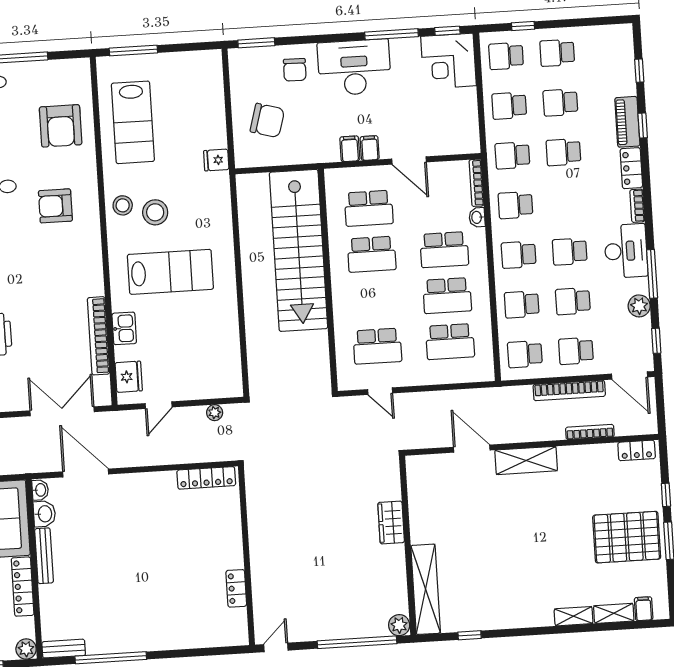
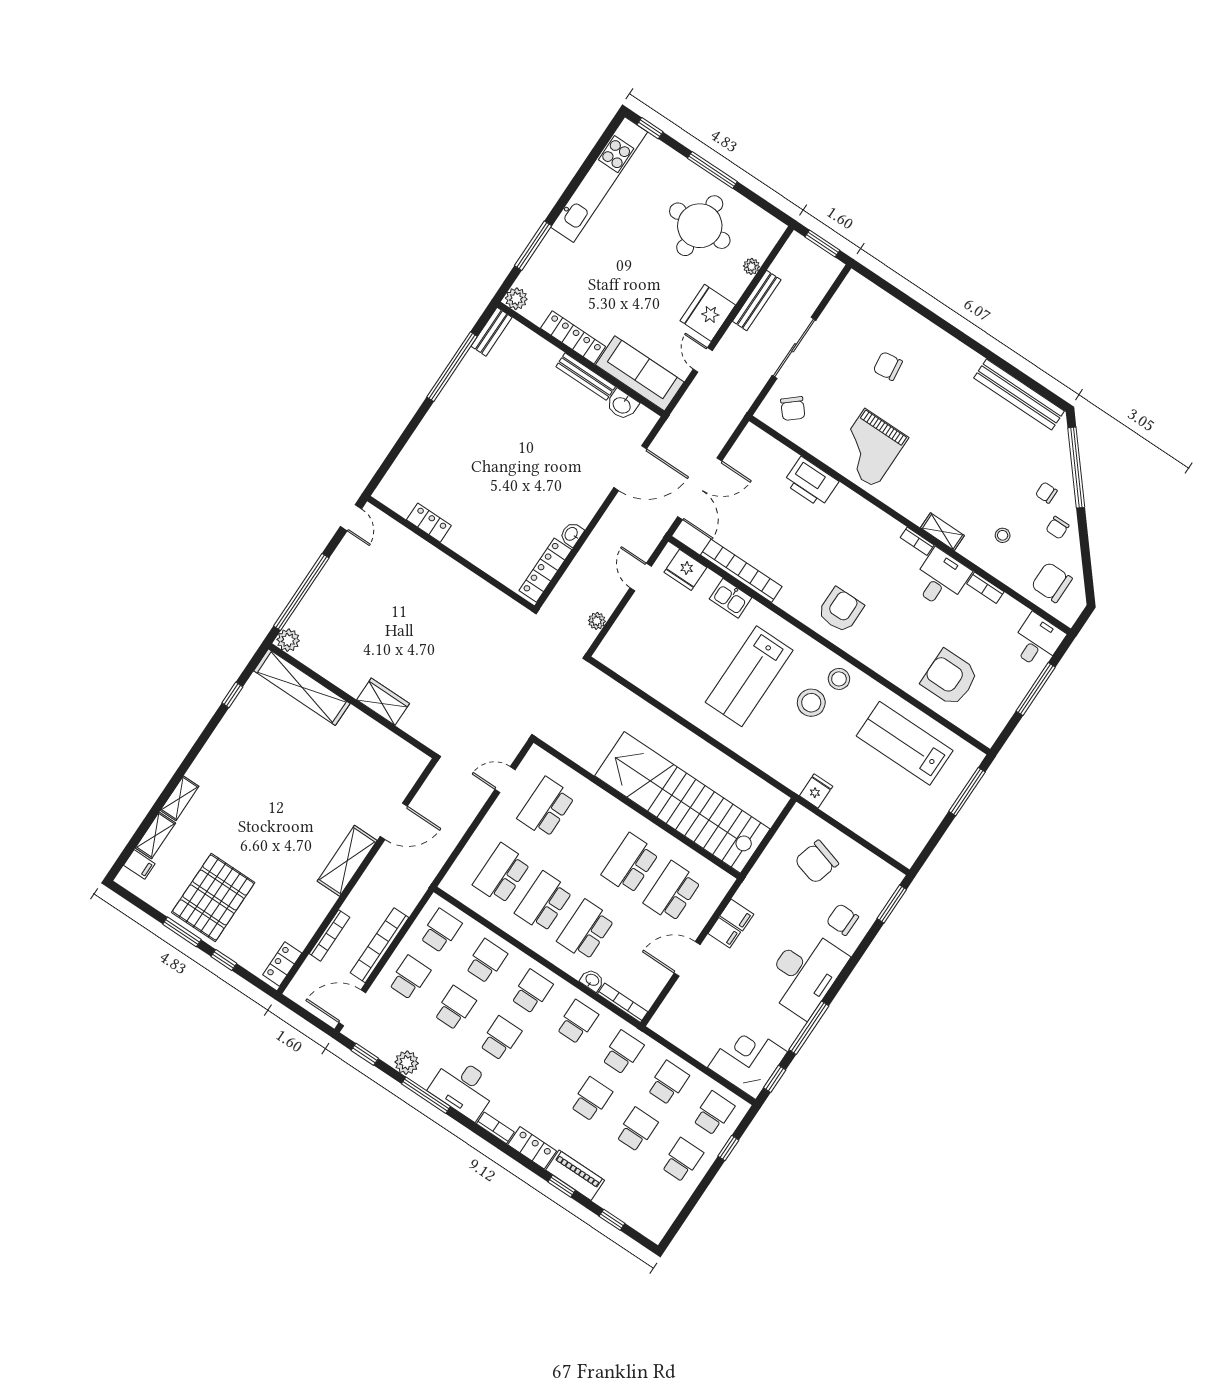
armchair: (55, 206) -> (841, 610), moved
washbasin: (40, 490) -> (572, 534), moved, turned 90

